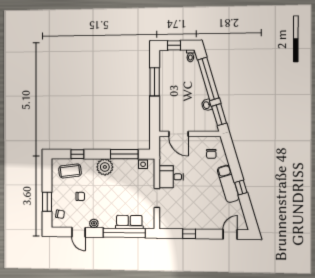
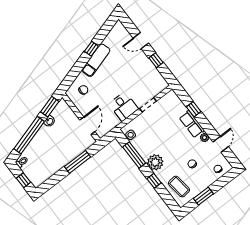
window: (155, 82) -> (77, 162), moved
window: (77, 154) -> (154, 181), moved
window: (47, 202) -> (203, 196), moved
row of seats: (129, 222) -> (192, 124), moved
window: (124, 233) -> (194, 109), width x0.32
door: (230, 234) -> (141, 41), moved

